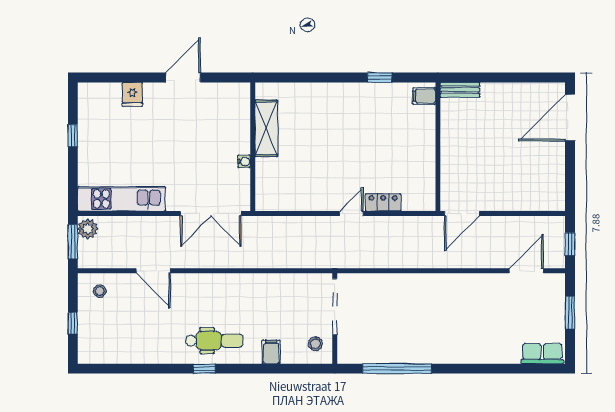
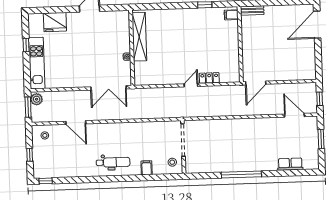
fridge: (132, 94) -> (55, 22), width x1.88, depth x1.34
shelving: (266, 128) -> (139, 37), width x1.47
kitchen unit: (122, 199) -> (37, 63), moved, turned 90
door: (526, 271) -> (294, 115), hinge flipped
row of seats: (542, 354) -> (290, 164), moved
window: (204, 369) -> (46, 181), moved
window: (397, 369) -> (241, 174), moved

